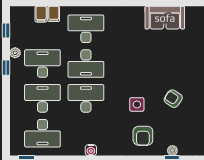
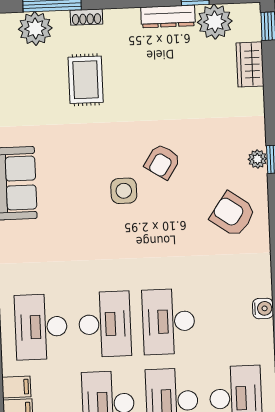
side table: (137, 104) -> (124, 191), moved
armchair: (143, 136) -> (233, 214), turned -145

